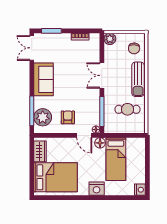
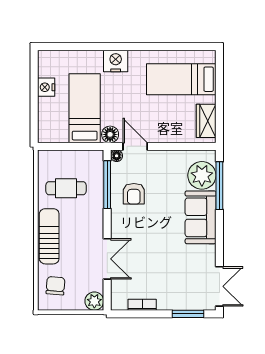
double door: (102, 76) -> (107, 259), moved
sofa: (44, 79) -> (201, 217), moved
armchair: (68, 117) -> (134, 194), moved
bed: (56, 177) -> (181, 79), width x0.67
nightstand: (140, 190) -> (46, 87), moved

